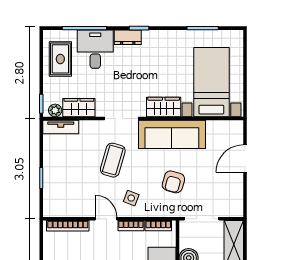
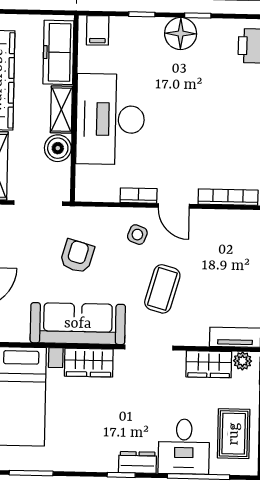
bookcase: (158, 226) -> (100, 195), removed

